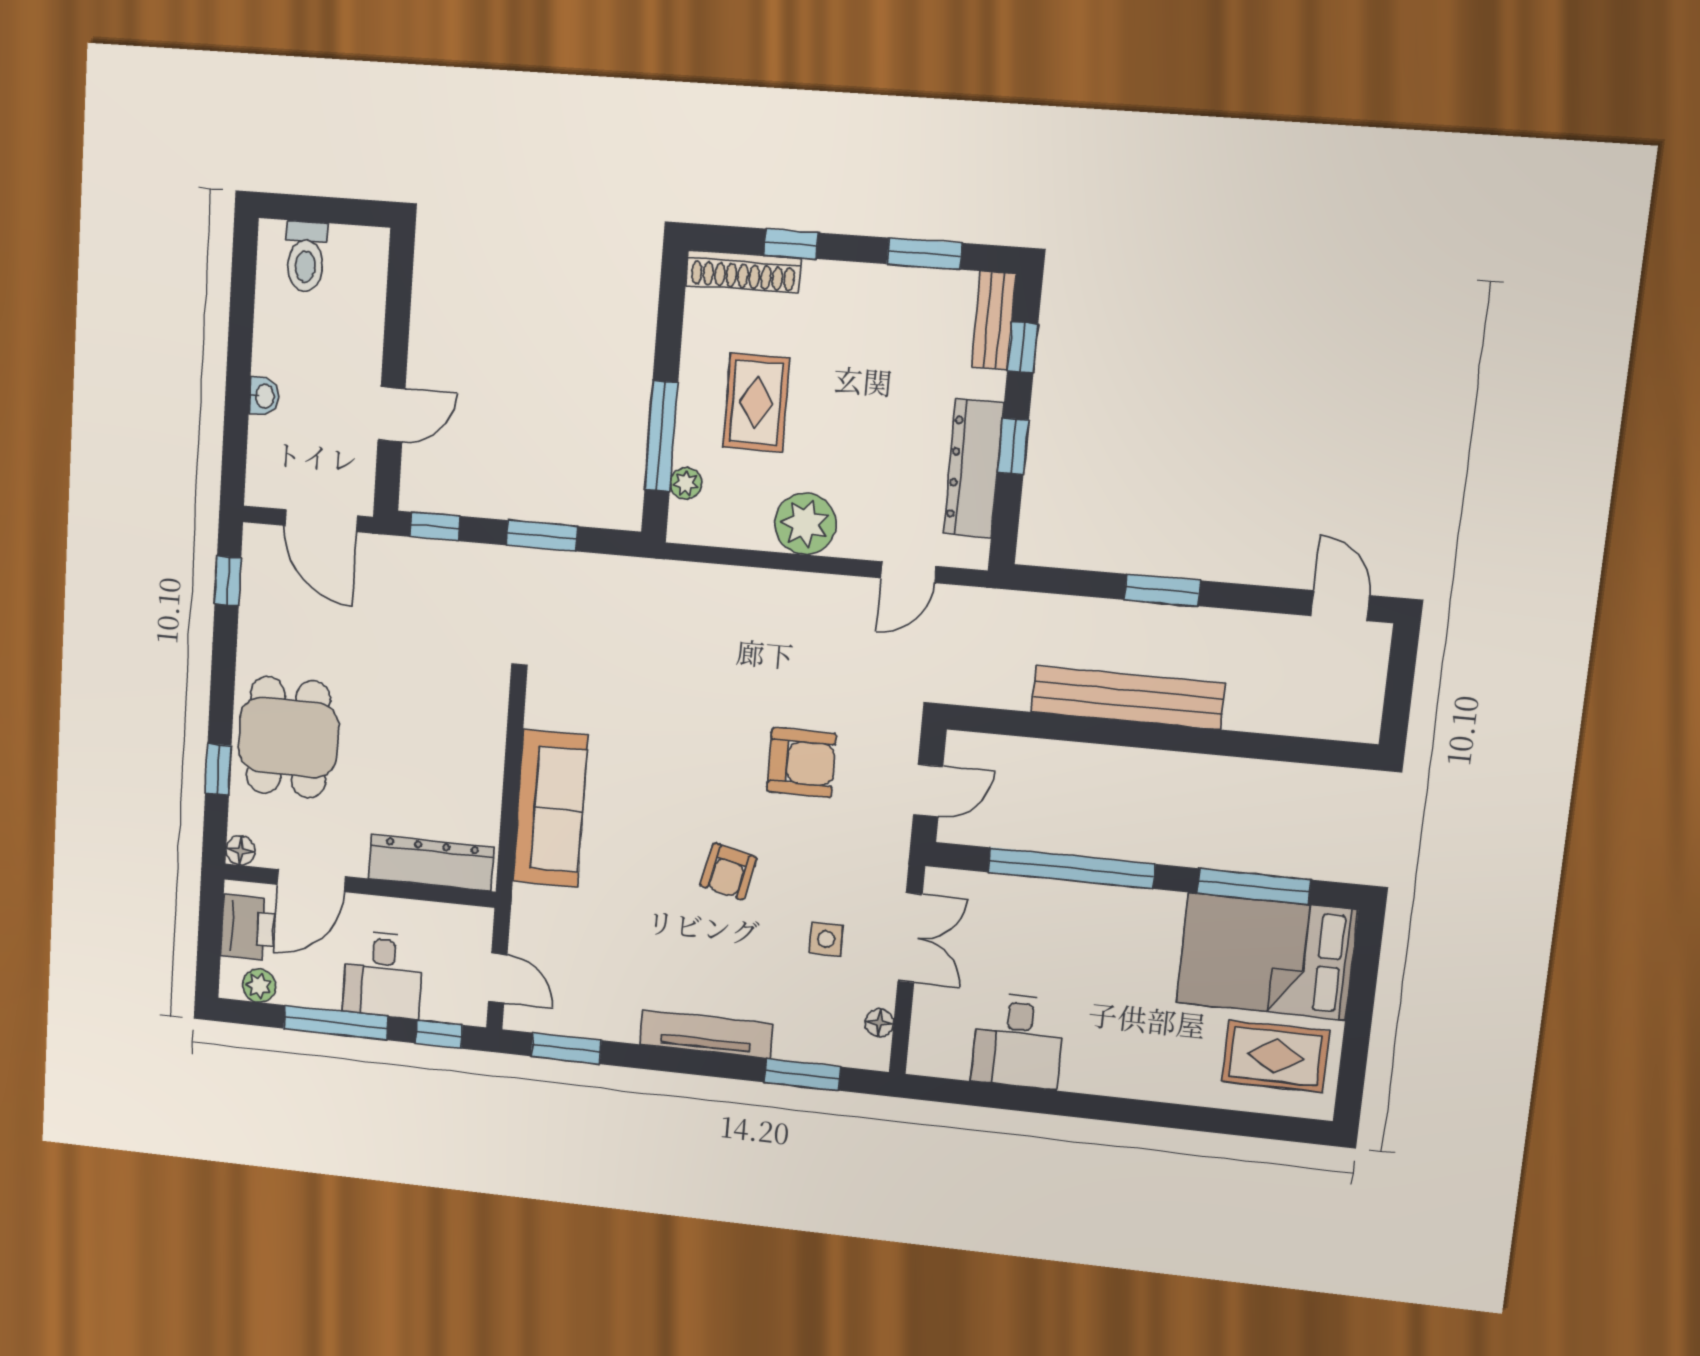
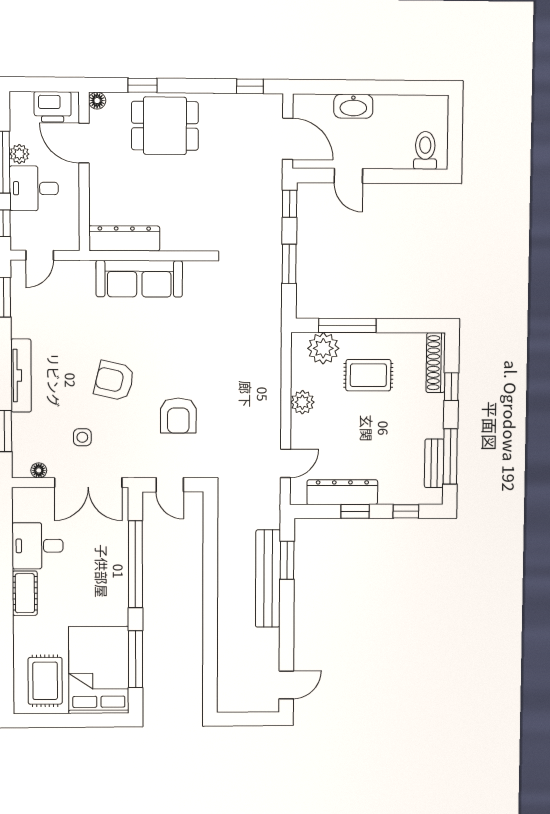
window: (925, 254) -> (450, 456), width x1.44
toilet: (306, 257) -> (425, 150), moved, turned 90
bench: (994, 320) -> (434, 463), moved, turned 90
washbasin: (264, 396) -> (353, 106), width x1.91, depth x1.45
plant: (686, 483) -> (323, 348), width x1.87, depth x1.87
door: (321, 521) -> (288, 139), swing flipped
plant: (805, 524) -> (302, 402), width x0.73, depth x0.73
door: (909, 572) -> (286, 463), swing flipped
window: (1162, 590) -> (287, 560), moved
bench: (1128, 698) -> (268, 578), moved
dresser: (431, 863) -> (124, 238), moved, turned -90
armchair: (728, 871) -> (114, 381), width x1.38, depth x1.38
double door: (910, 938) -> (88, 483), width x1.37
plant: (259, 986) -> (19, 154), moved
cot: (1104, 1074) -> (25, 593), added

